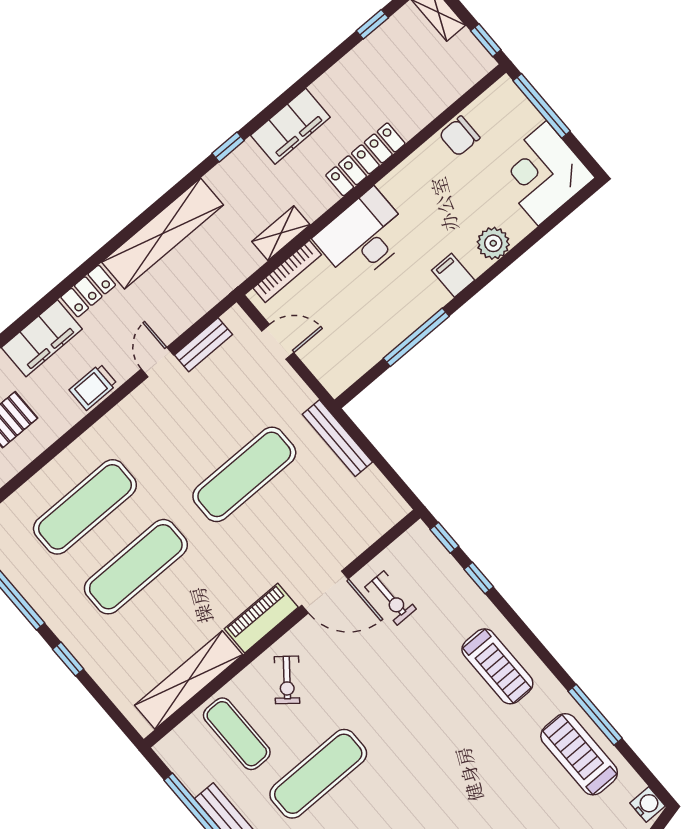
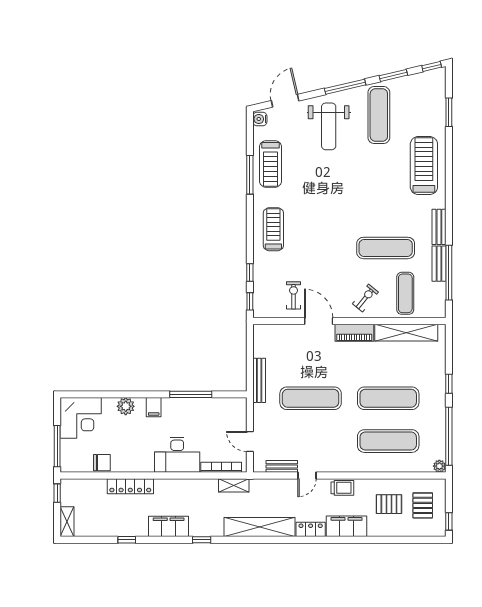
window: (372, 24) -> (127, 540), moved
locker: (365, 159) -> (130, 486), moved
shelving: (281, 233) -> (234, 485), moved

